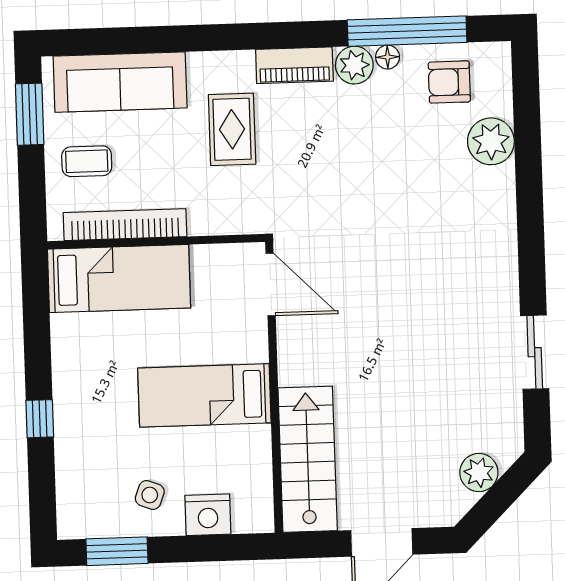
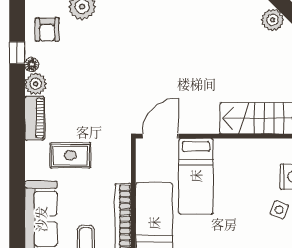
window: (407, 31) -> (17, 53), width x0.32
bed: (204, 395) -> (196, 176), moved

